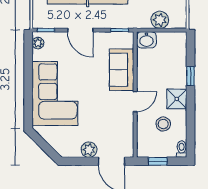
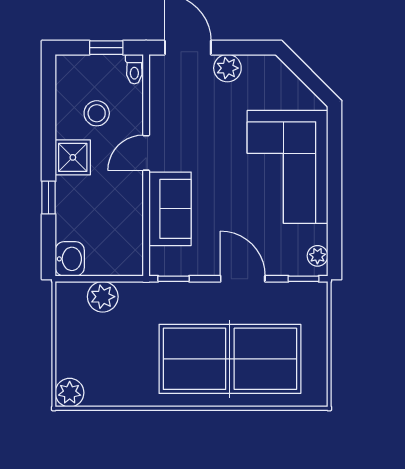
washbasin: (146, 40) -> (70, 259), moved, turned 90
toilet: (182, 149) -> (134, 69), moved

